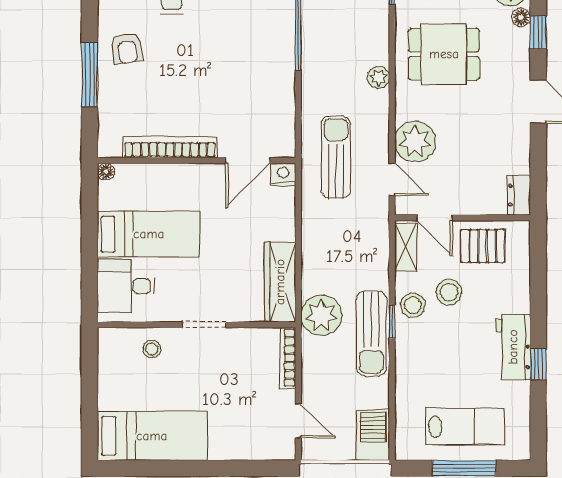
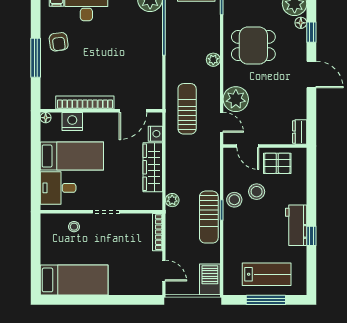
nightstand: (283, 174) -> (155, 134), moved, turned 90
nightstand: (149, 178) -> (72, 122), added
shelving: (406, 247) -> (230, 164), removed
wardrobe: (280, 282) -> (153, 167), moved
plant: (321, 315) -> (172, 200), width x0.53, depth x0.53

